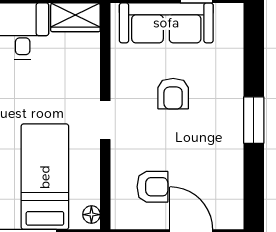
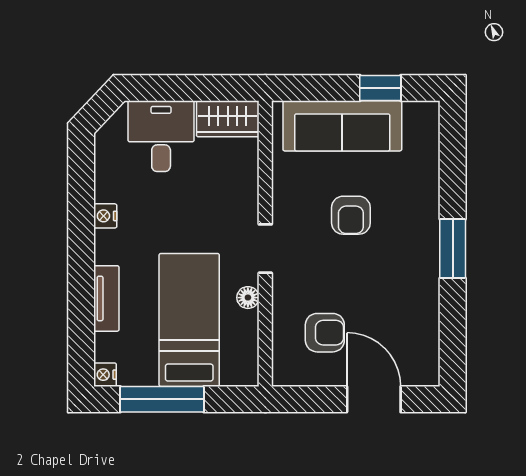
floor lamp: (91, 215) -> (248, 298), moved

